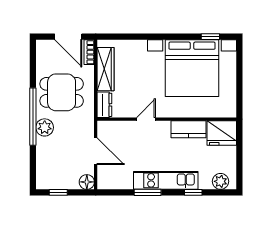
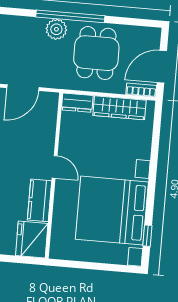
door: (146, 119) -> (55, 167), moved

